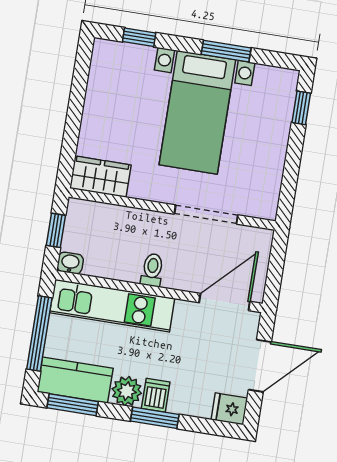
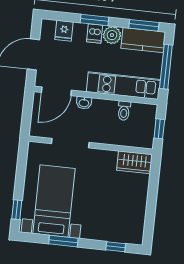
bed with nightstands: (197, 112) -> (54, 201), moved
washbasin: (70, 263) -> (84, 103), moved
toilet: (152, 270) -> (124, 111), moved
fridge: (229, 409) -> (64, 31), moved, turned 90

